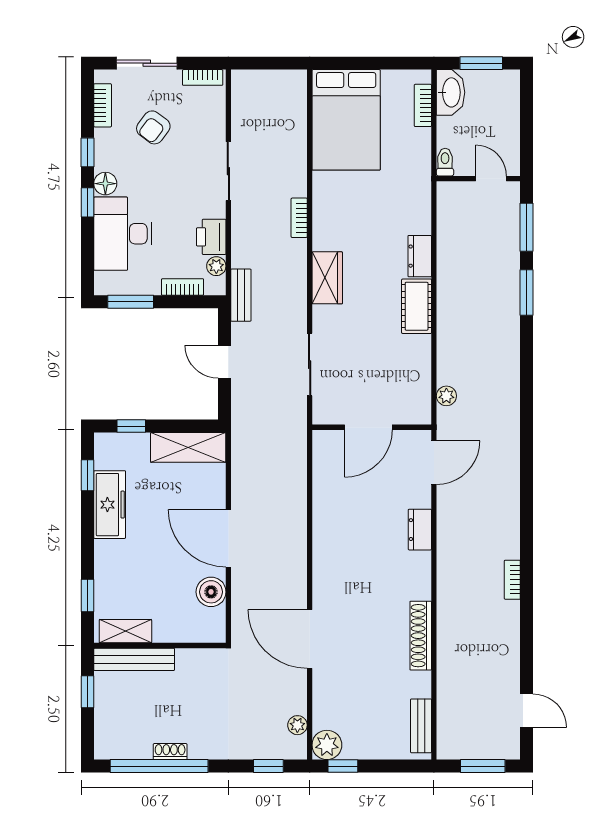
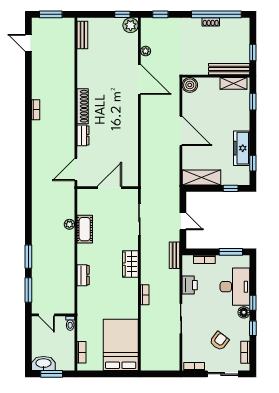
washbasin: (451, 92) -> (43, 363), moved, turned 90
plant: (216, 266) -> (187, 270), removed
cot: (417, 306) -> (85, 229), moved
plant: (446, 396) -> (69, 224), moved
boiler: (211, 592) -> (190, 85), moved
shoe rack: (421, 636) -> (83, 106), moved
plant: (297, 725) -> (146, 51), moved

